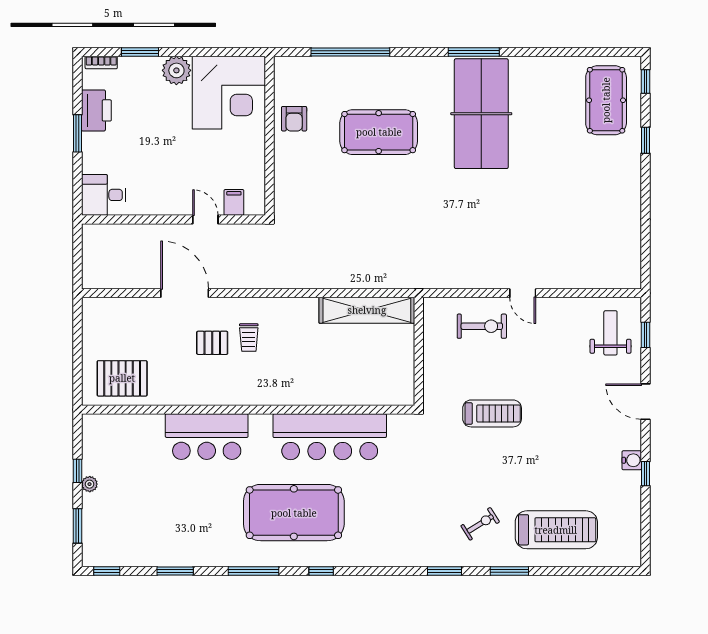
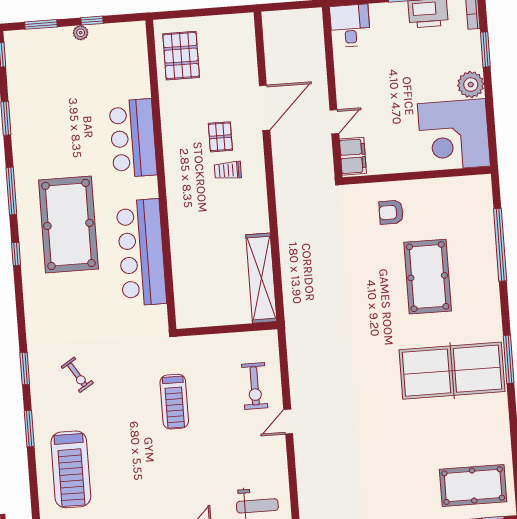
armchair: (294, 119) -> (391, 212), moved
filing cabinet: (234, 202) -> (353, 156), width x2.00
exercise bike: (480, 524) -> (77, 375), moved

